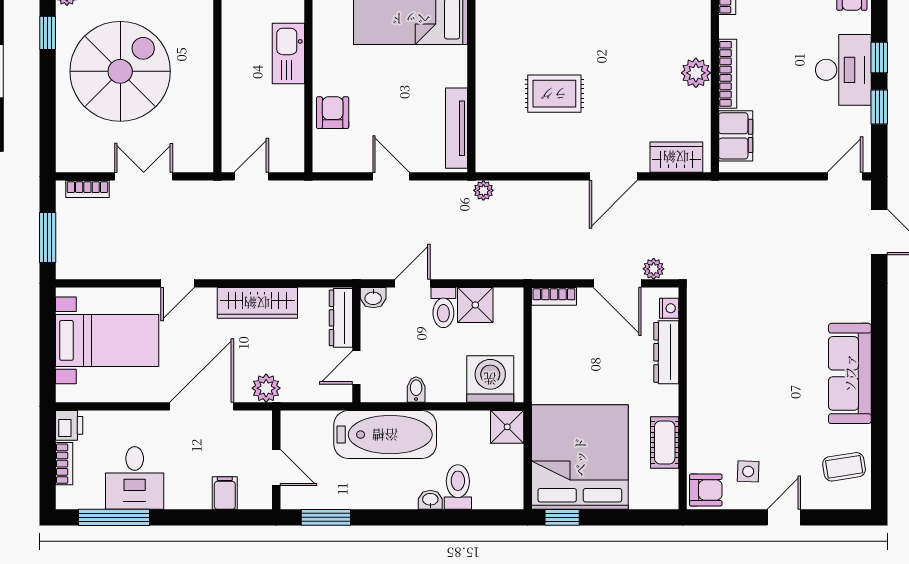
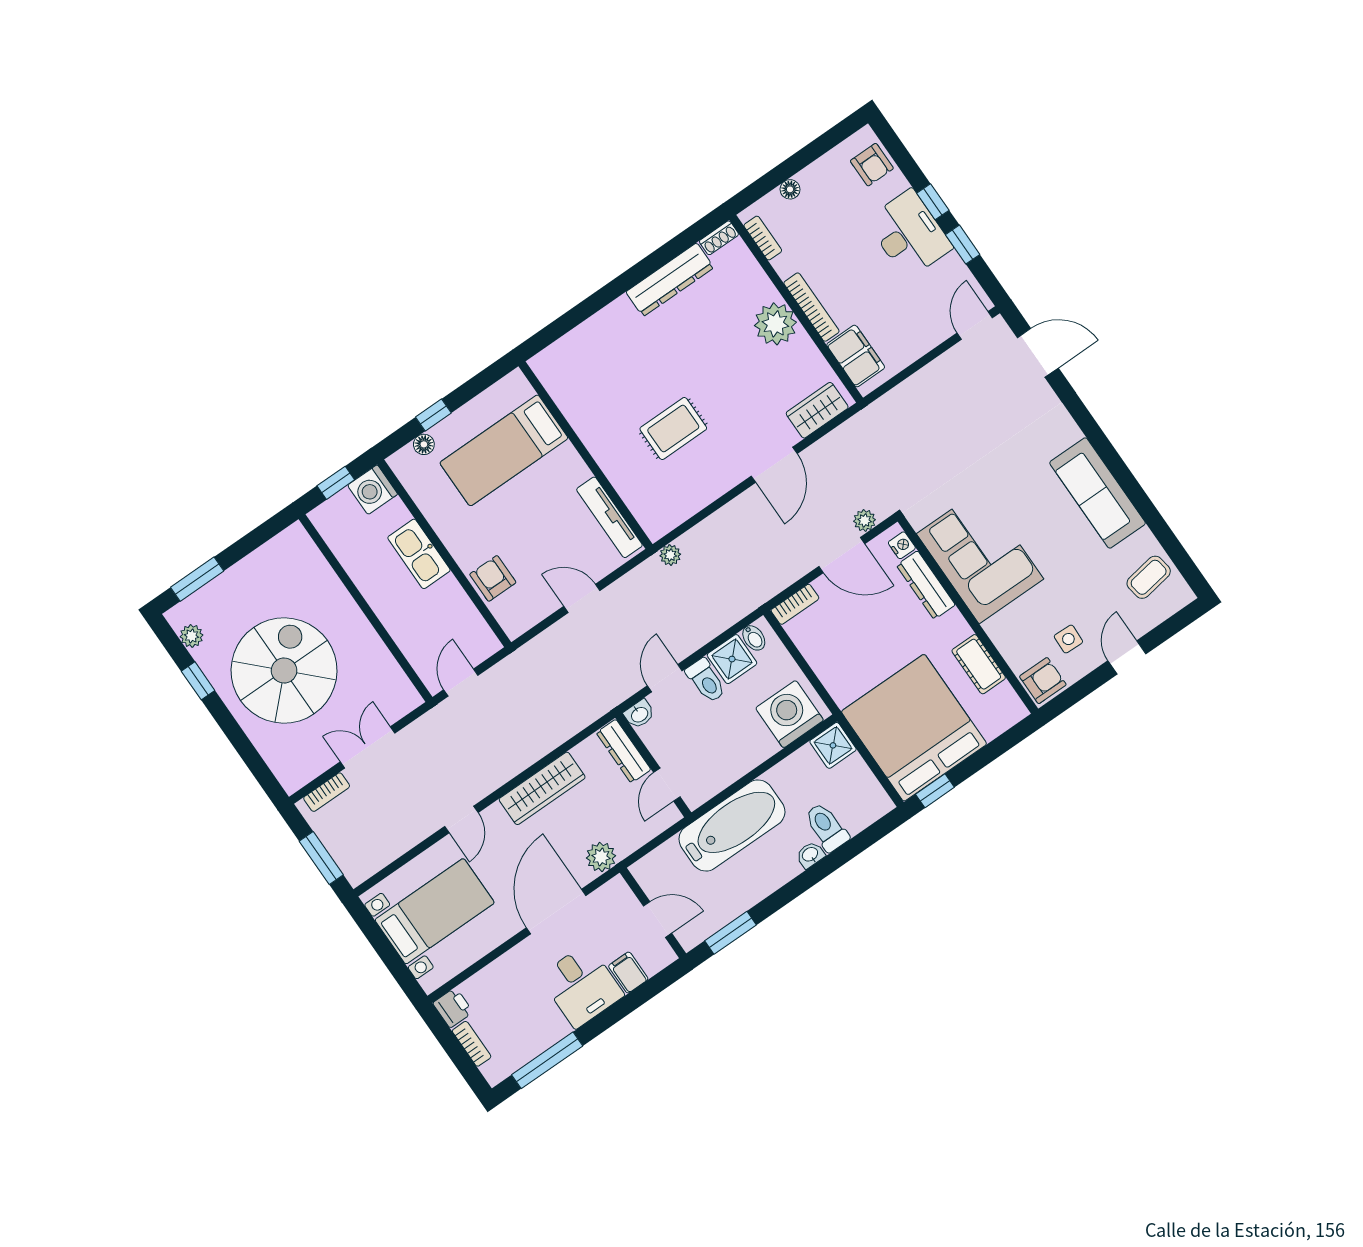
plant: (696, 73) -> (775, 324), width x1.36, depth x1.36
corner sofa: (724, 359) -> (980, 556), added
bidet: (416, 390) -> (754, 638), moved, turned 180
desk: (135, 478) -> (582, 986), moved

